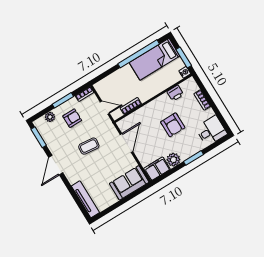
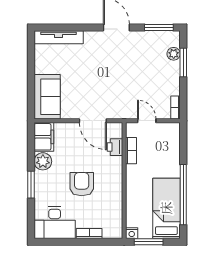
printer: (175, 93) -> (115, 147), moved
window: (63, 100) -> (183, 63), moved
door: (105, 108) -> (147, 121), swing flipped
armchair: (72, 118) -> (157, 78), removed
armchair: (173, 125) -> (82, 184), turned 90
desk: (211, 131) -> (55, 223), width x1.37
coffee table: (89, 146) -> (115, 77), removed

